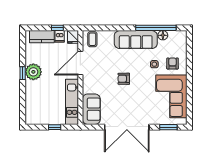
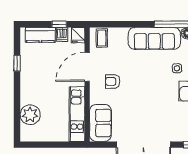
plant: (33, 72) -> (30, 115), moved
window: (23, 73) -> (17, 63), moved
armchair: (124, 79) -> (113, 81), moved
window: (55, 127) -> (56, 145), removed

